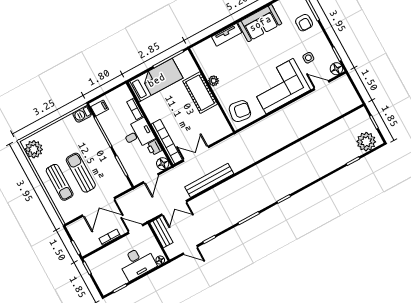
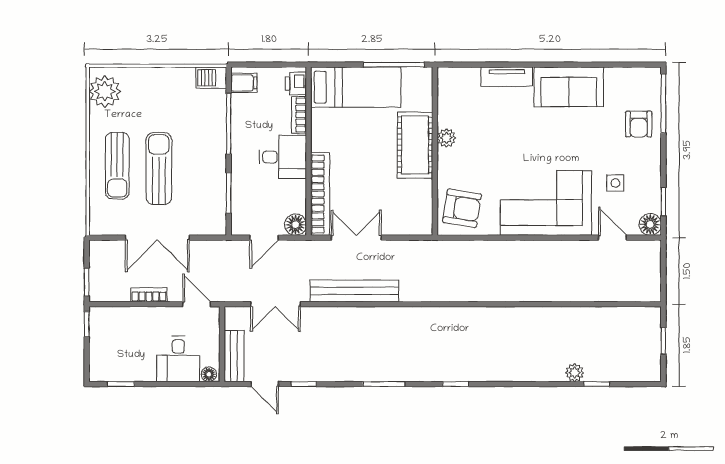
plant: (366, 142) -> (575, 373), moved, width x0.53, depth x0.53
printer: (154, 147) -> (296, 83), moved
bench: (161, 233) -> (234, 356), moved
desk: (137, 263) -> (178, 359), width x0.73

